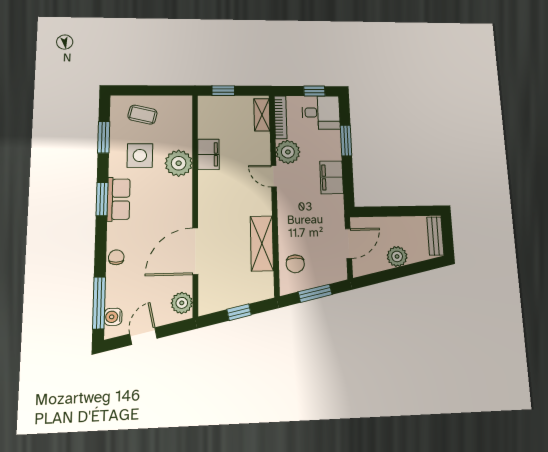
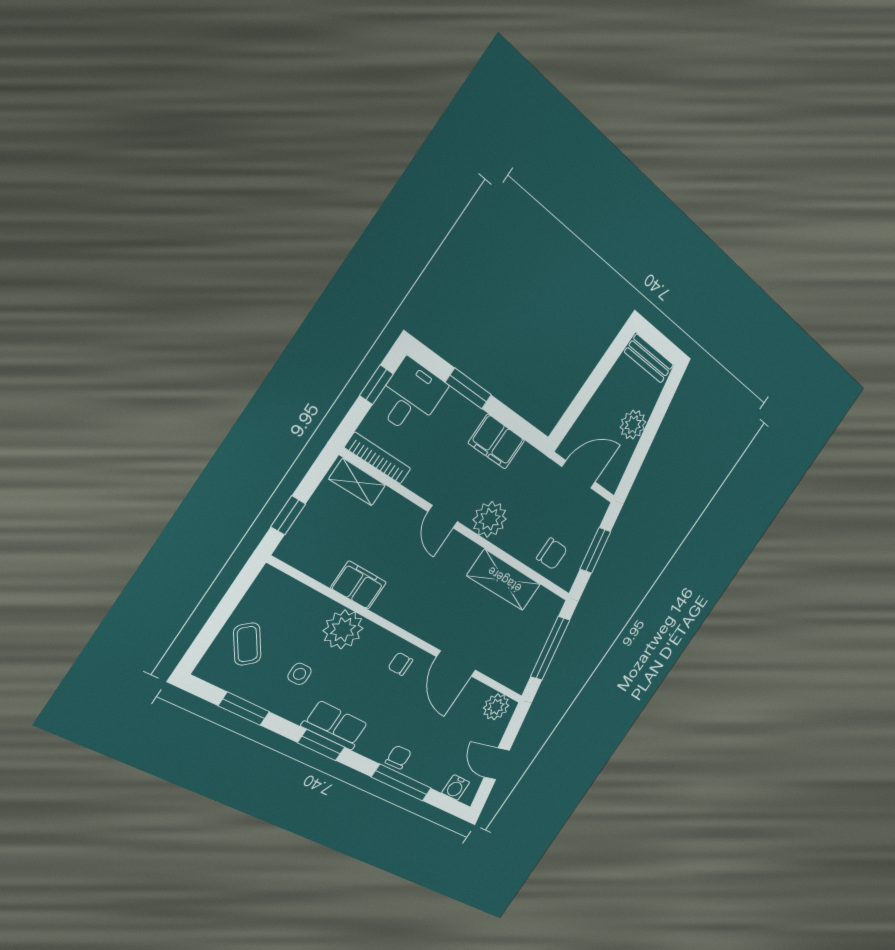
coffee table: (142, 115) -> (247, 644), turned -50
plant: (288, 152) -> (490, 519), moved
side table: (140, 156) -> (300, 674), width x0.54, depth x0.54
door: (274, 176) -> (443, 517), hinge flipped
chair: (176, 214) -> (400, 664), added
door: (349, 244) -> (579, 474), hinge flipped
door: (195, 251) -> (456, 663), width x0.73
chair: (116, 257) -> (398, 757), turned 88
window: (99, 303) -> (402, 783), moved
window: (239, 312) -> (550, 648), width x2.17

